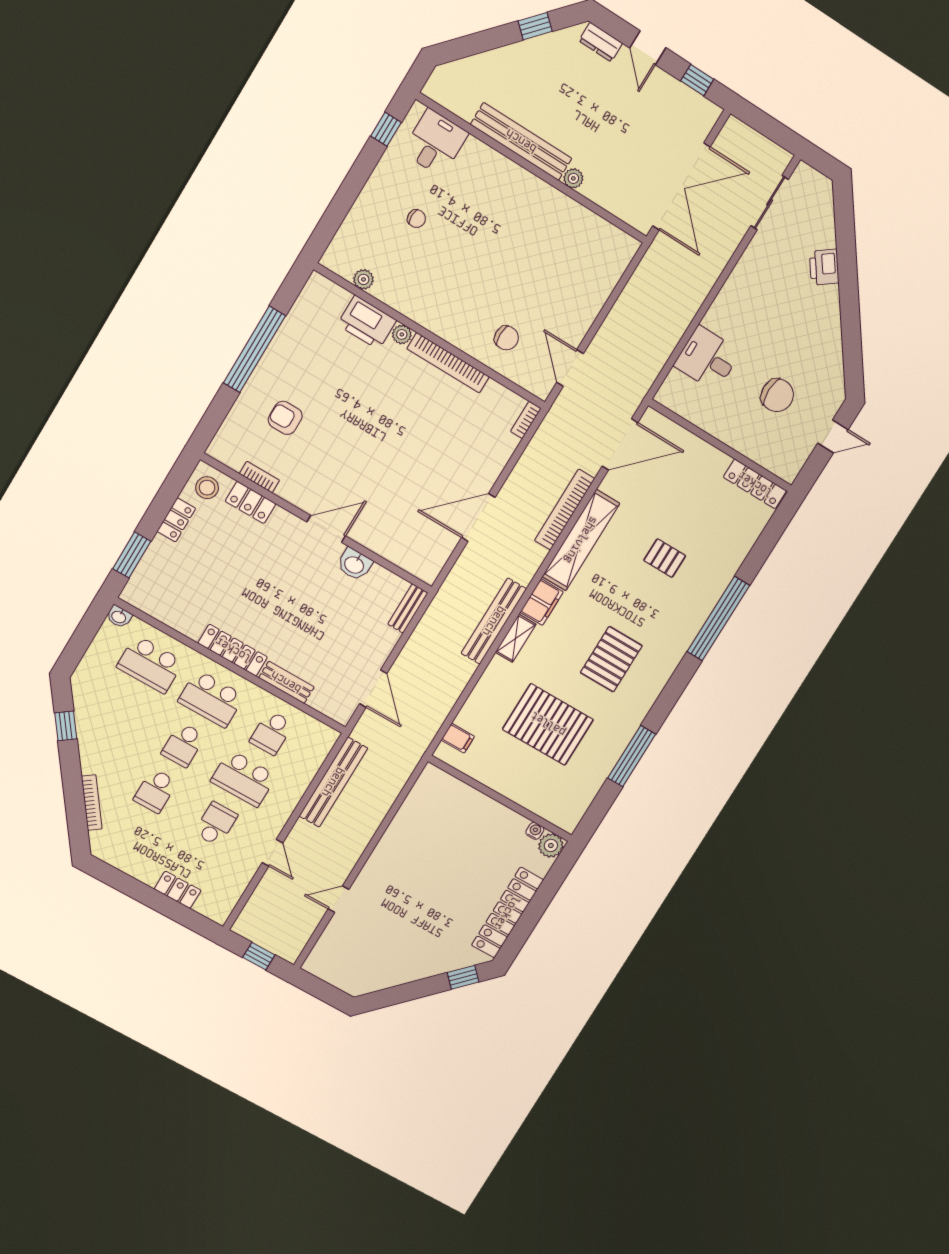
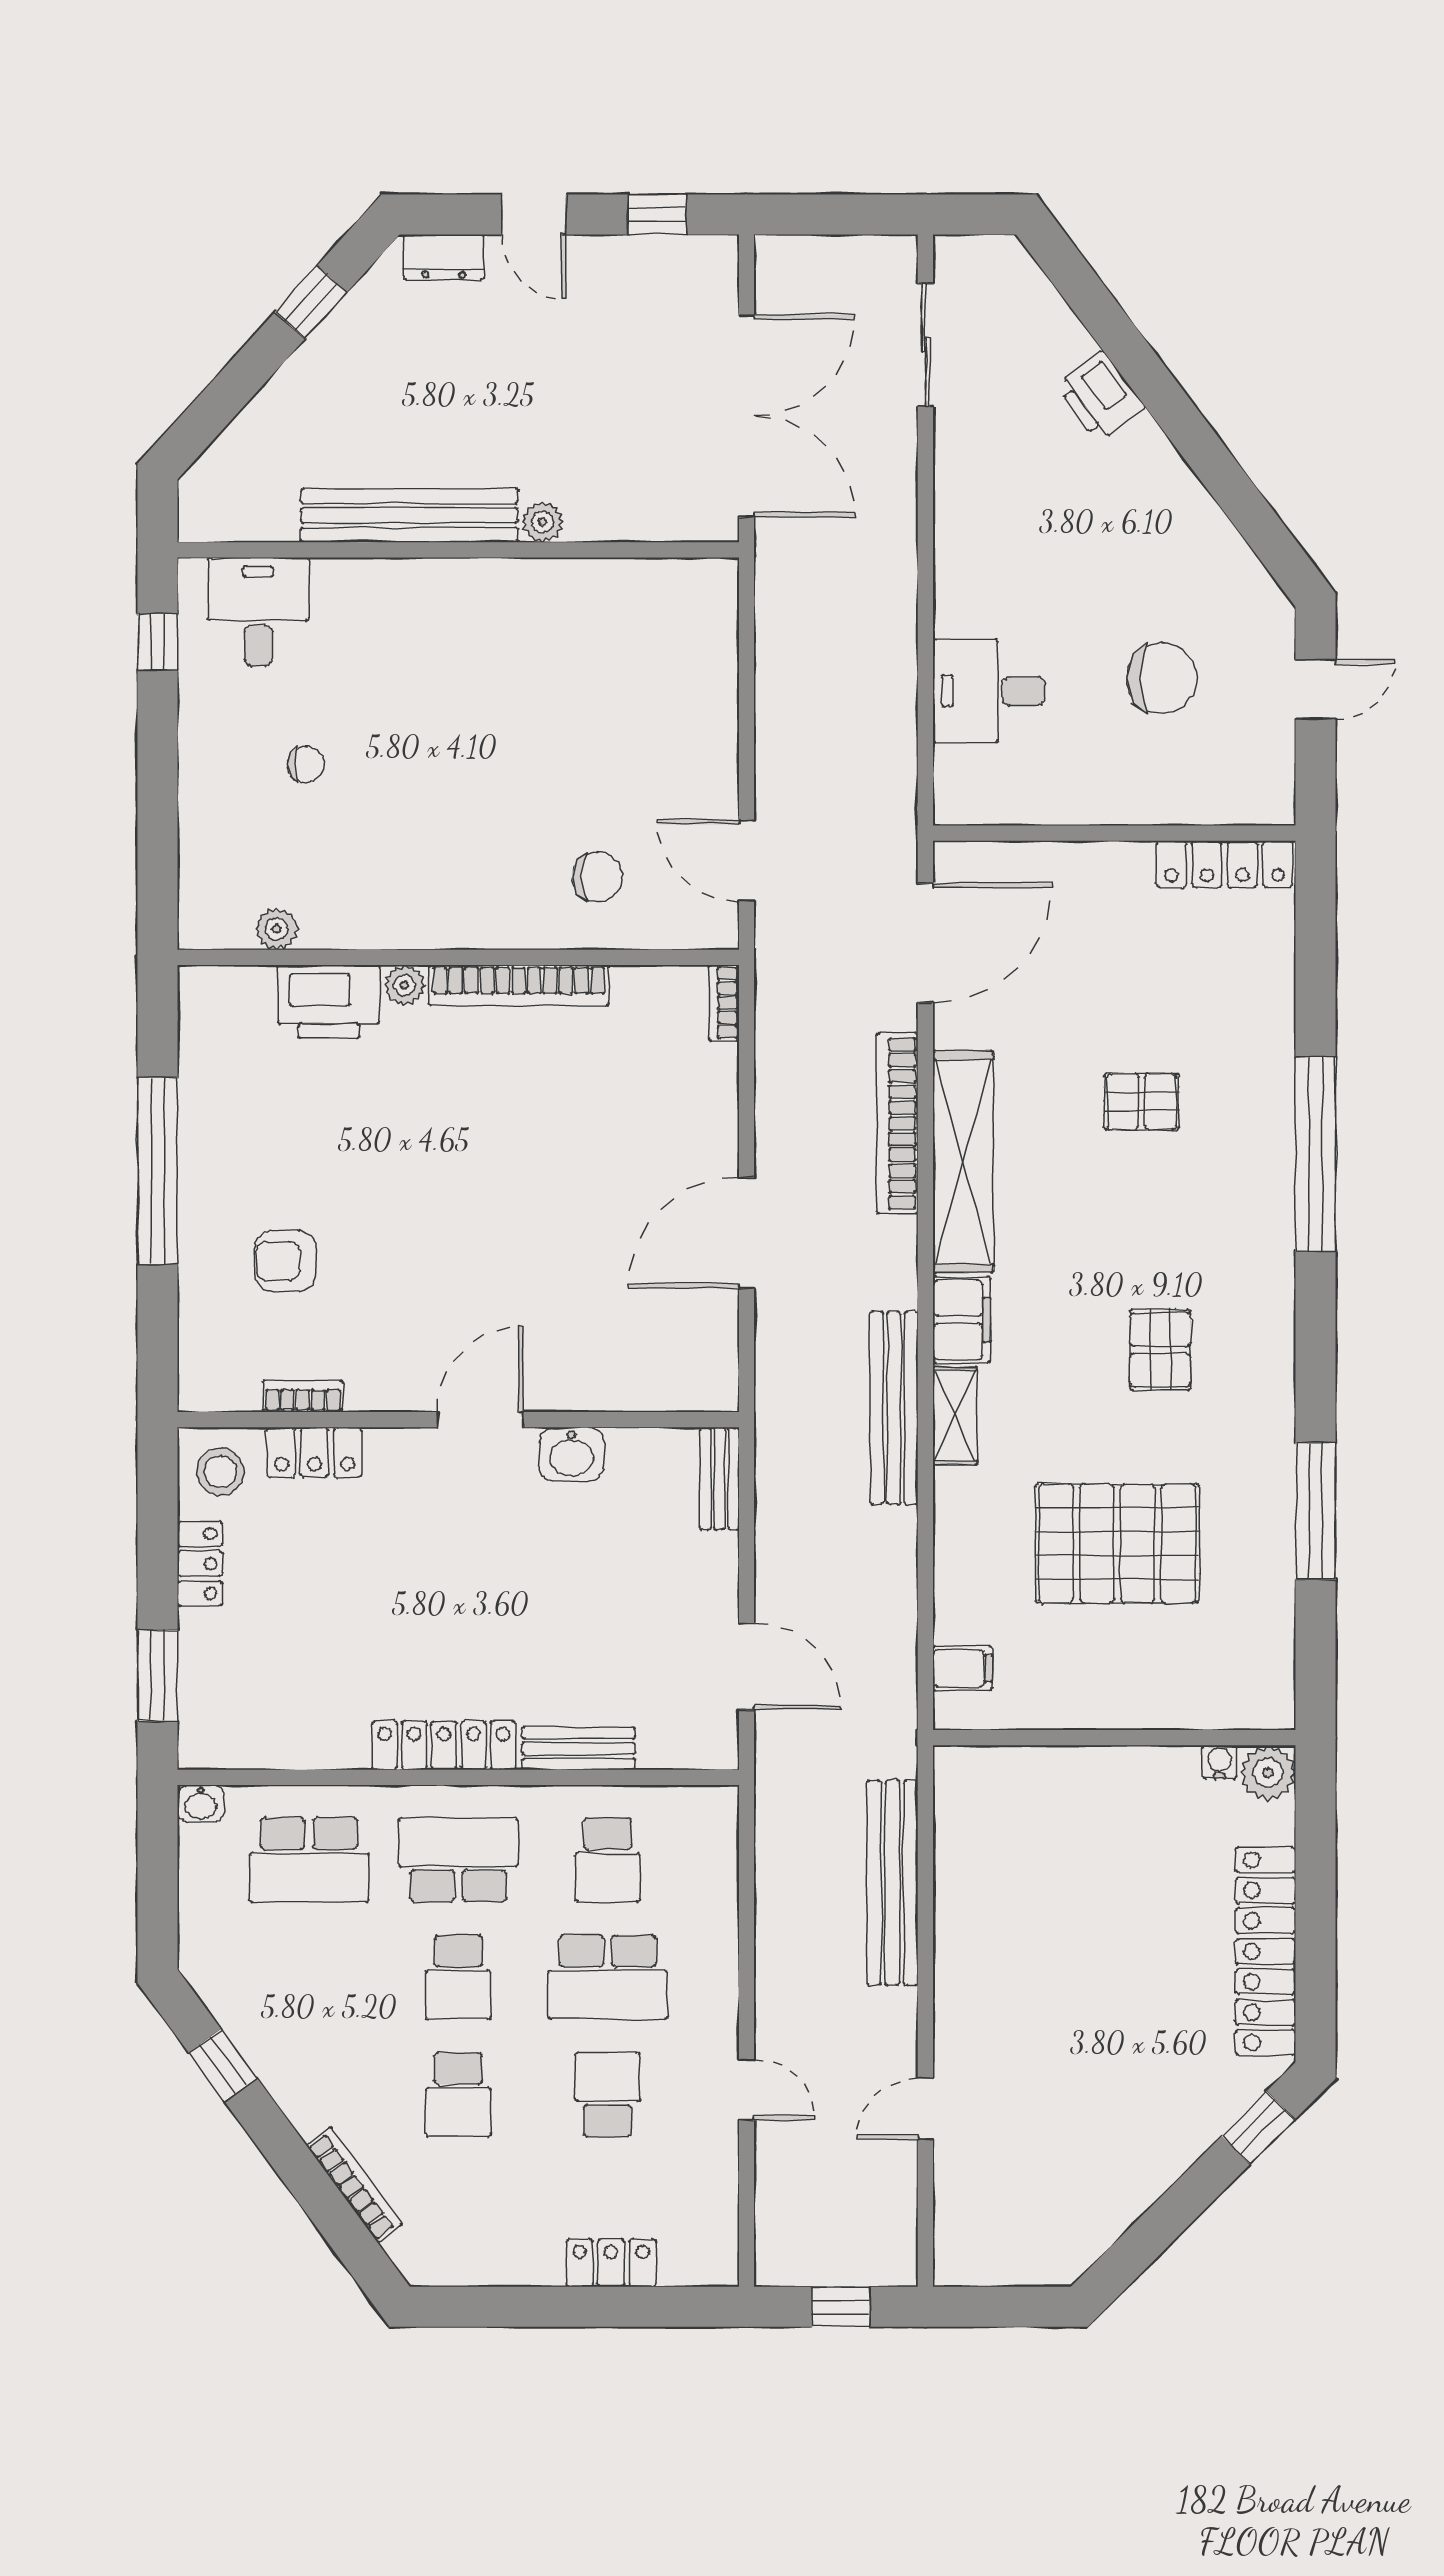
pallet: (611, 659) -> (1160, 1350), width x0.67, depth x0.71
school desk: (211, 699) -> (458, 1860), turned 180
bench: (333, 782) -> (892, 1883), moved

